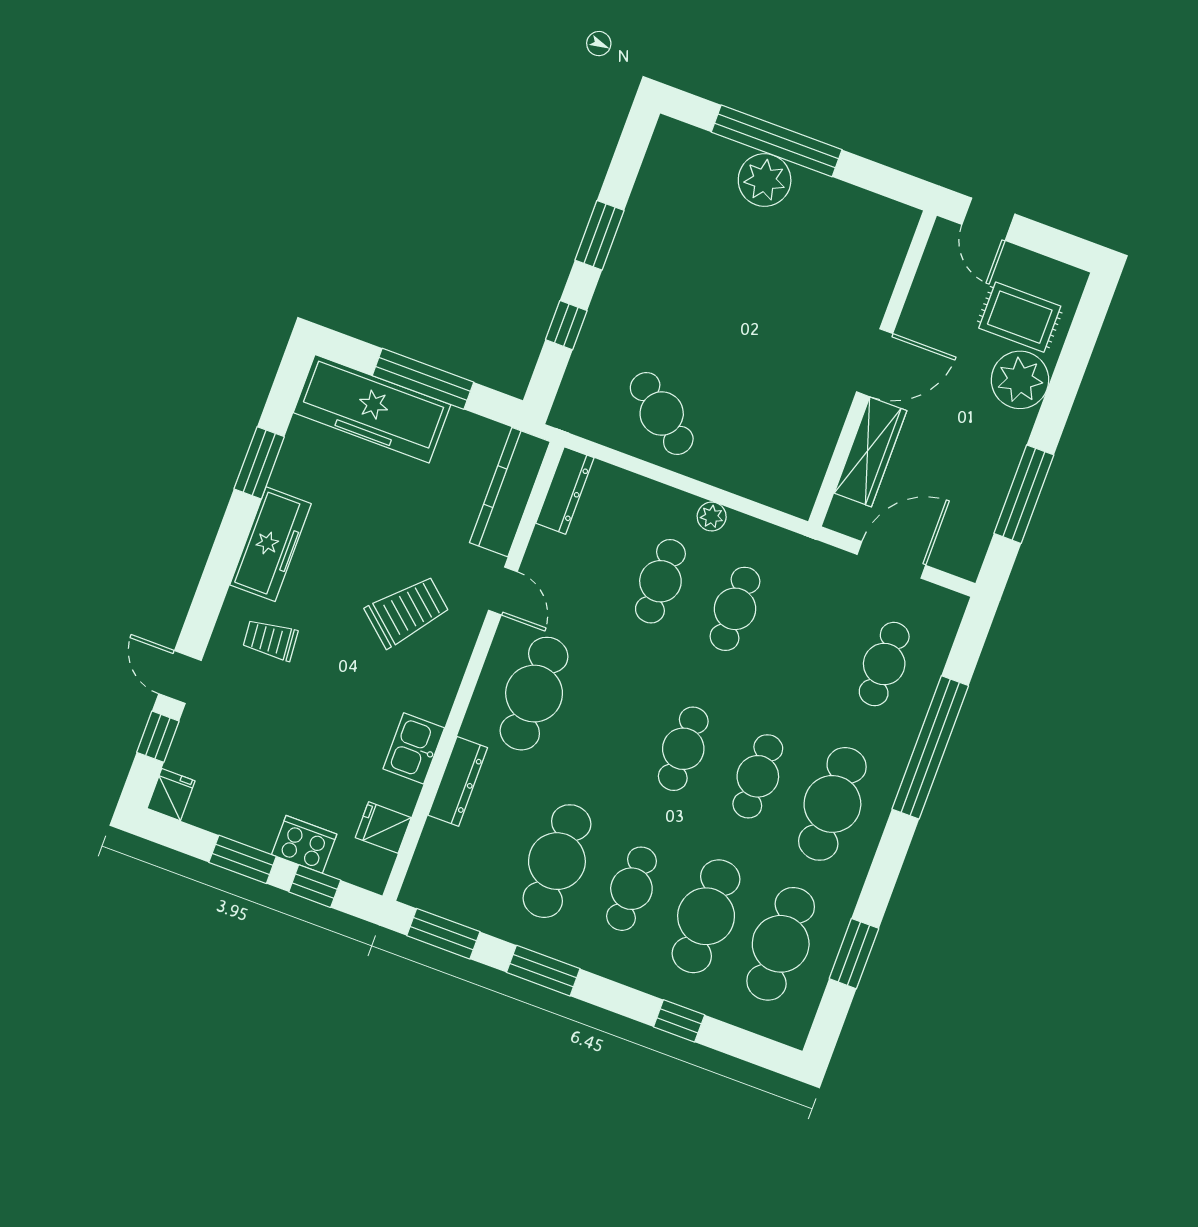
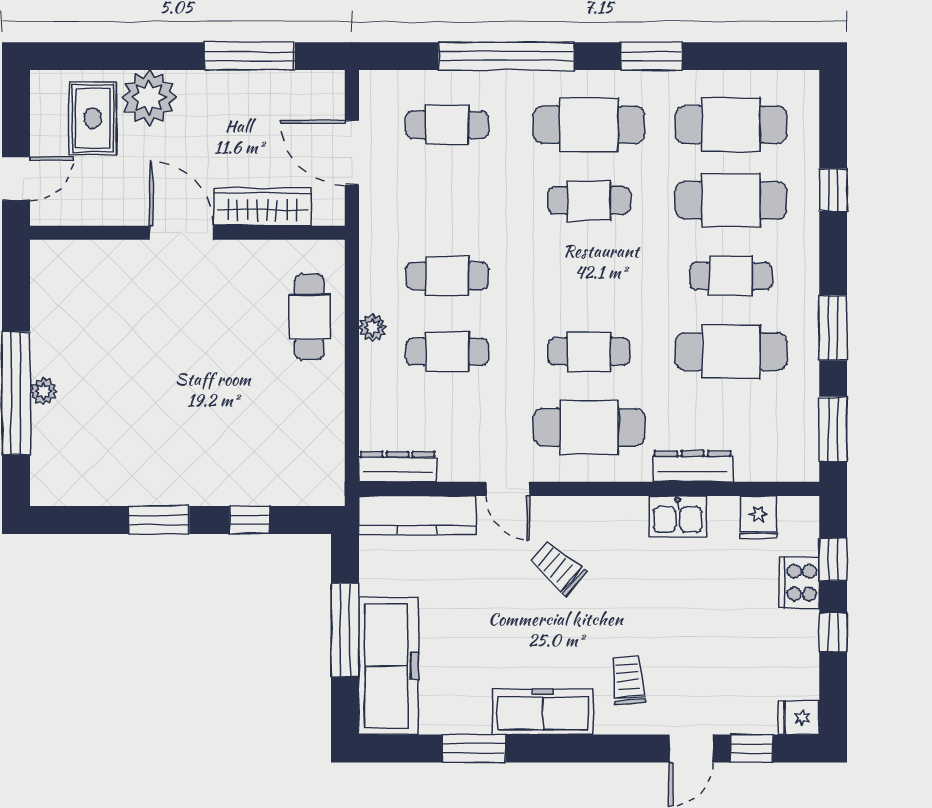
plant: (765, 180) -> (43, 391), width x0.53, depth x0.53
cafe table: (662, 413) -> (309, 317), moved, turned -38
door: (503, 591) -> (508, 489), swing flipped
trolley: (407, 611) -> (558, 568), width x0.73, depth x0.72
trolley: (270, 640) -> (628, 680), turned 180
cafe table: (683, 749) -> (589, 352), moved
window: (243, 859) -> (833, 633), width x0.67
window: (854, 954) -> (652, 56), moved

